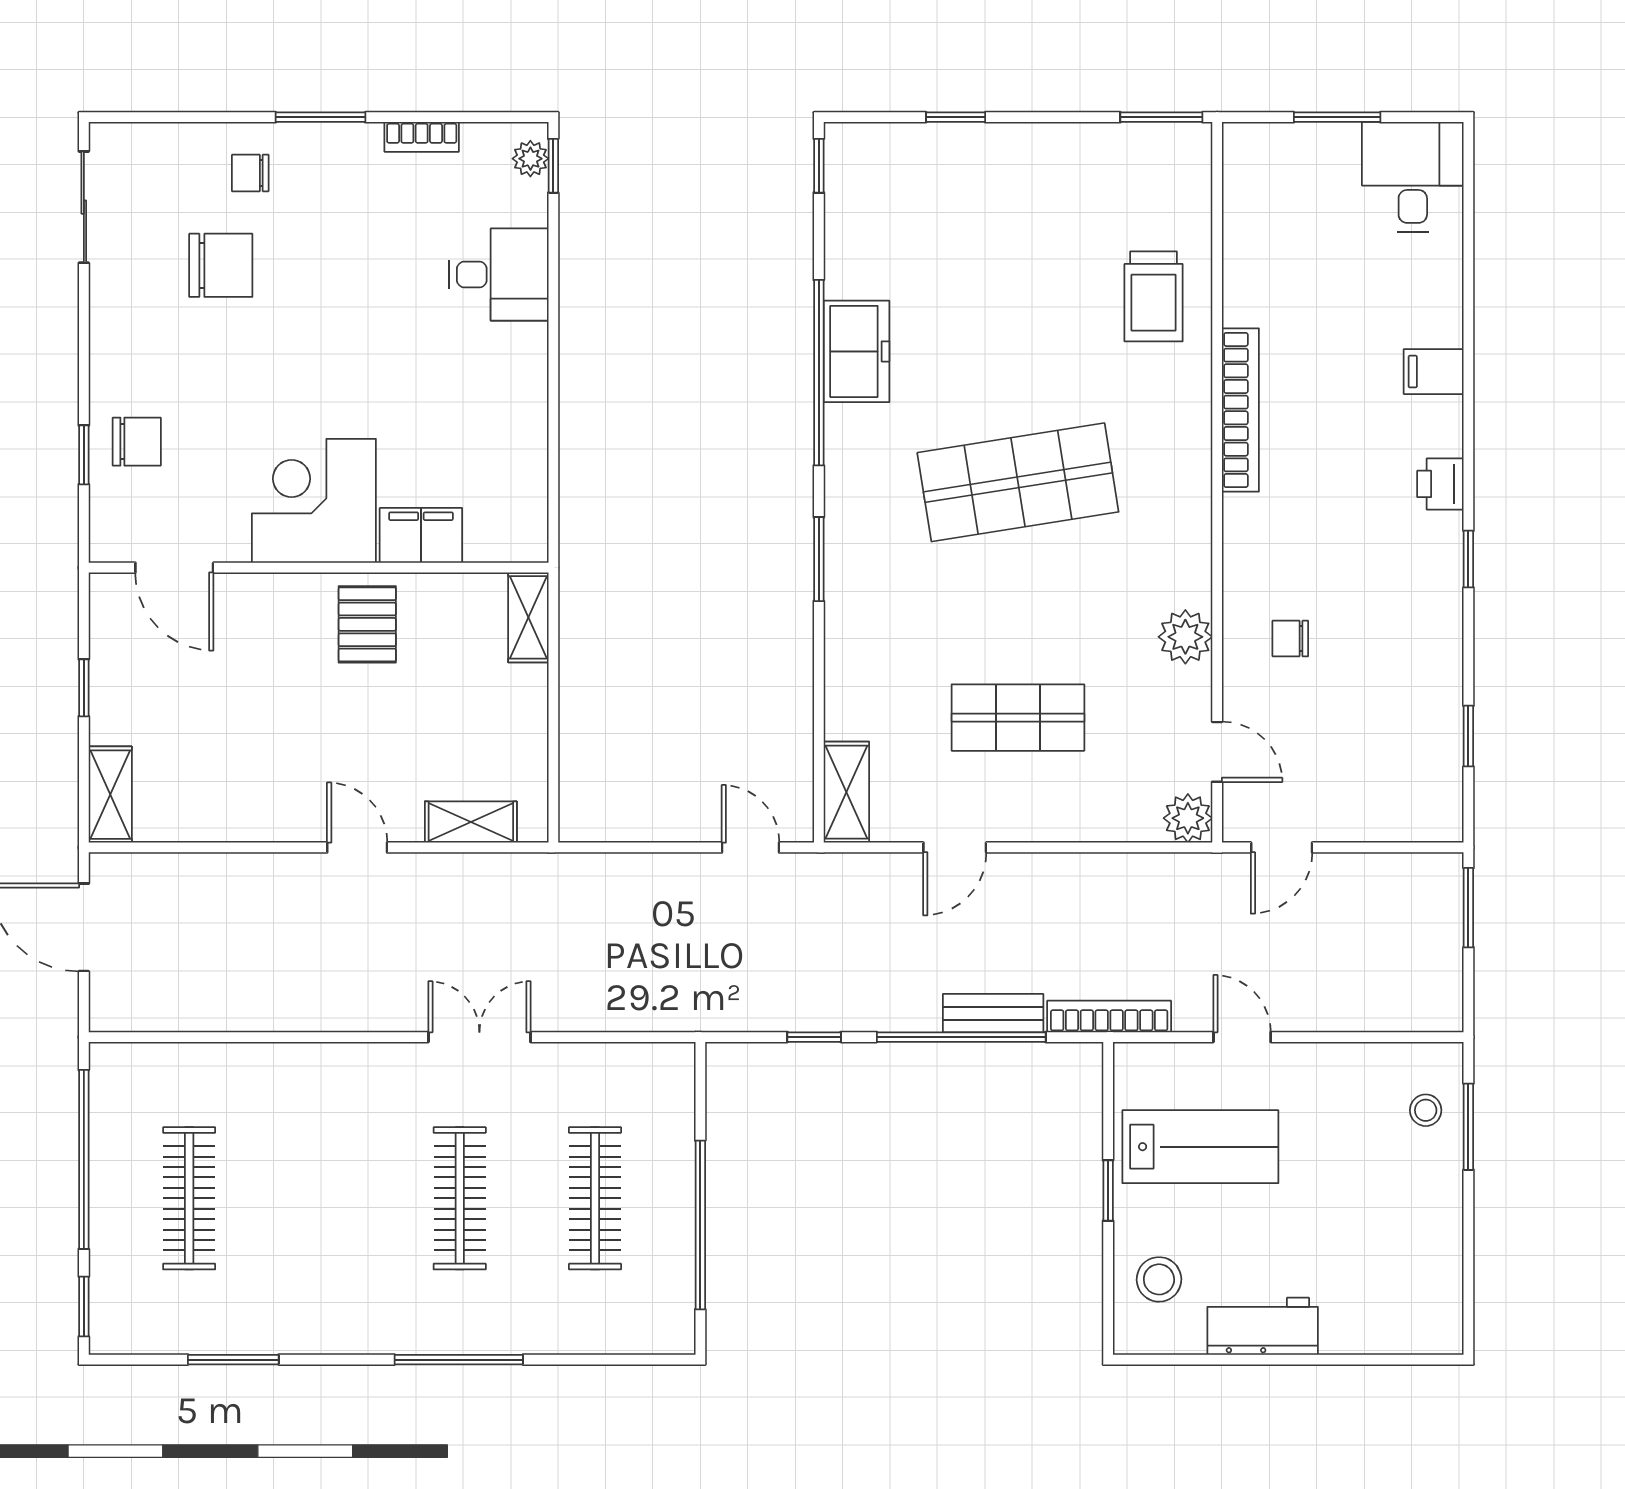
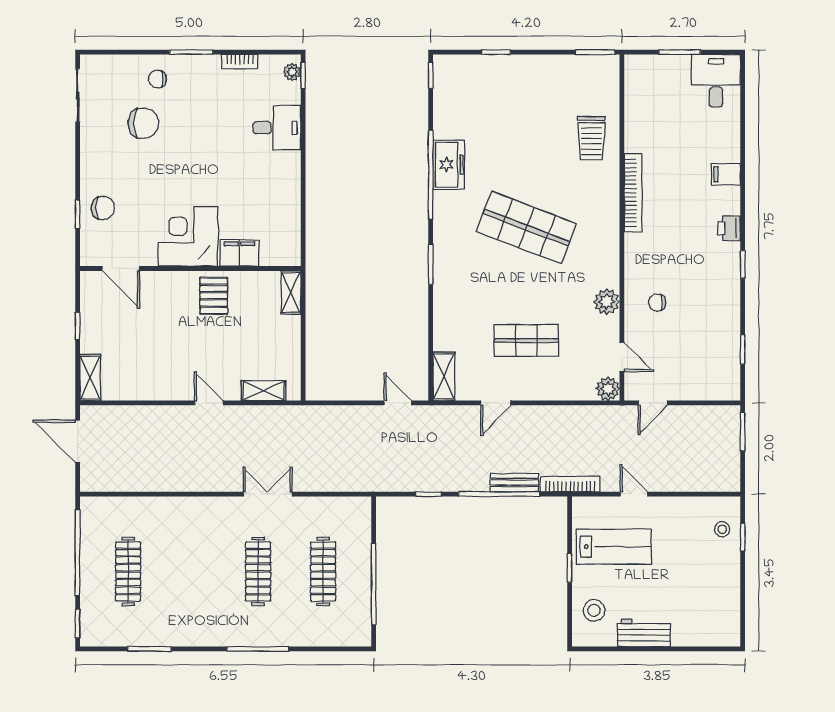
shop shelf: (1018, 482) -> (526, 228), turned 30
window: (1468, 1127) -> (743, 537), width x0.67

